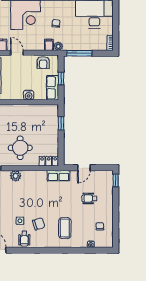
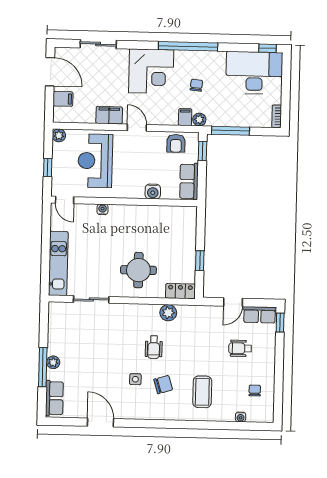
window: (61, 79) -> (202, 151), moved
window: (61, 123) -> (200, 261), moved
plant: (16, 176) -> (168, 313), moved
row of seats: (58, 176) -> (260, 315), moved
wheelchair: (24, 239) -> (154, 347), moved

